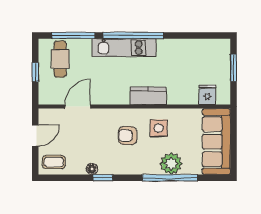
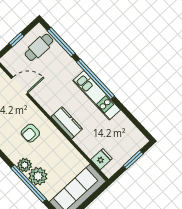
kitchen unit: (124, 48) -> (97, 95), moved
side table: (159, 128) -> (53, 148), removed
armchair: (128, 136) -> (30, 133), turned -90
plant: (151, 166) -> (25, 165), added

